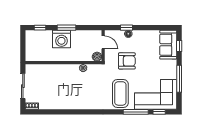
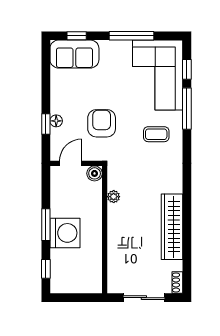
coffee table: (120, 93) -> (156, 134), width x0.54, depth x0.58
wardrobe: (65, 103) -> (172, 227), added

